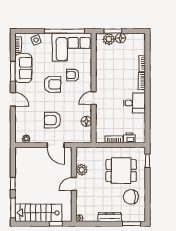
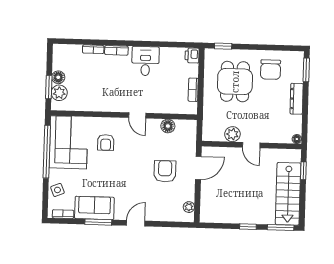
armchair: (53, 84) -> (117, 170), removed
armchair: (52, 120) -> (165, 171), turned 180
printer: (129, 138) -> (192, 55), moved

